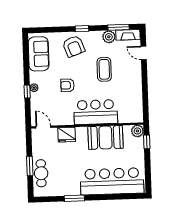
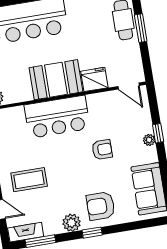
plant: (109, 37) -> (72, 223), moved
armchair: (74, 46) -> (101, 206), turned -70
coffee table: (104, 69) -> (29, 180), moved, turned 90
booth: (105, 137) -> (56, 80), moved

